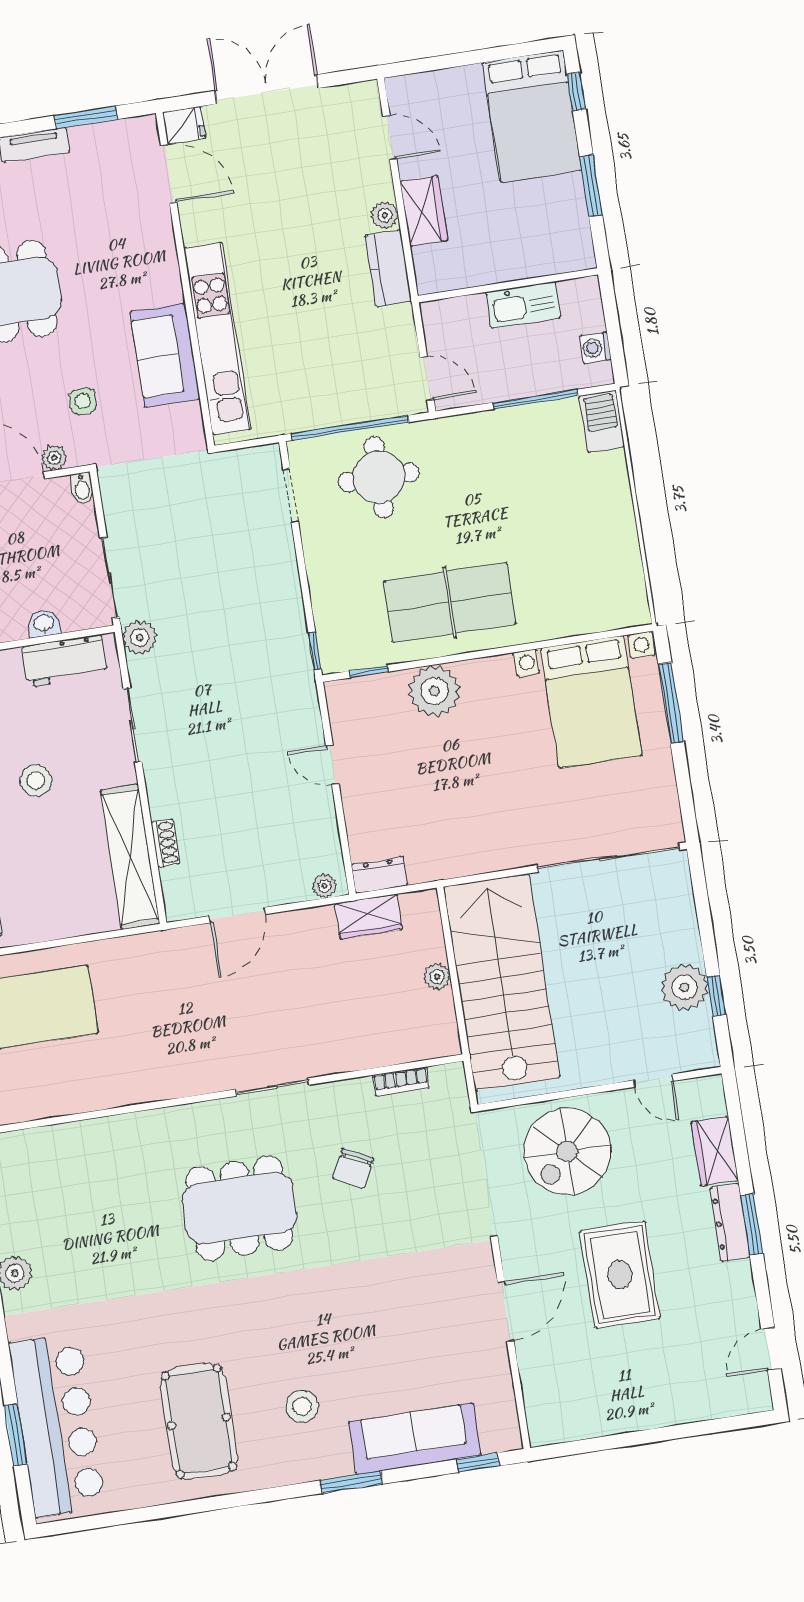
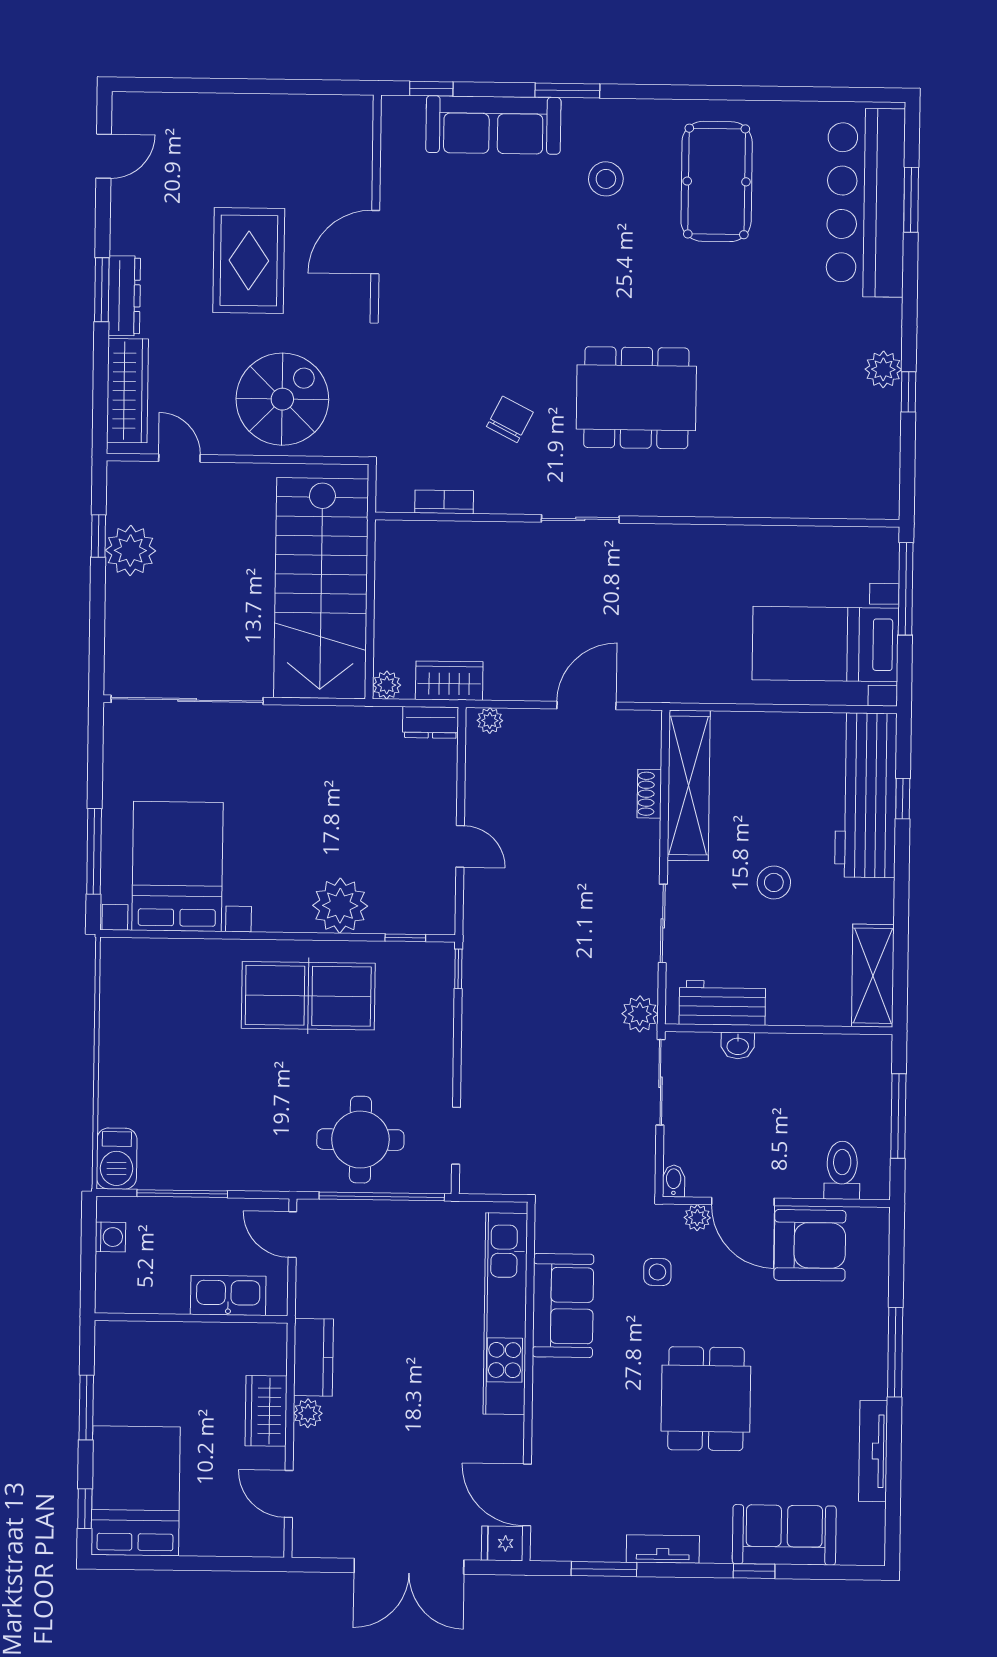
kitchen sink: (523, 305) -> (228, 1295), moved
plant: (437, 977) -> (387, 685), moved
wardrobe: (715, 1151) -> (127, 391), width x1.50

